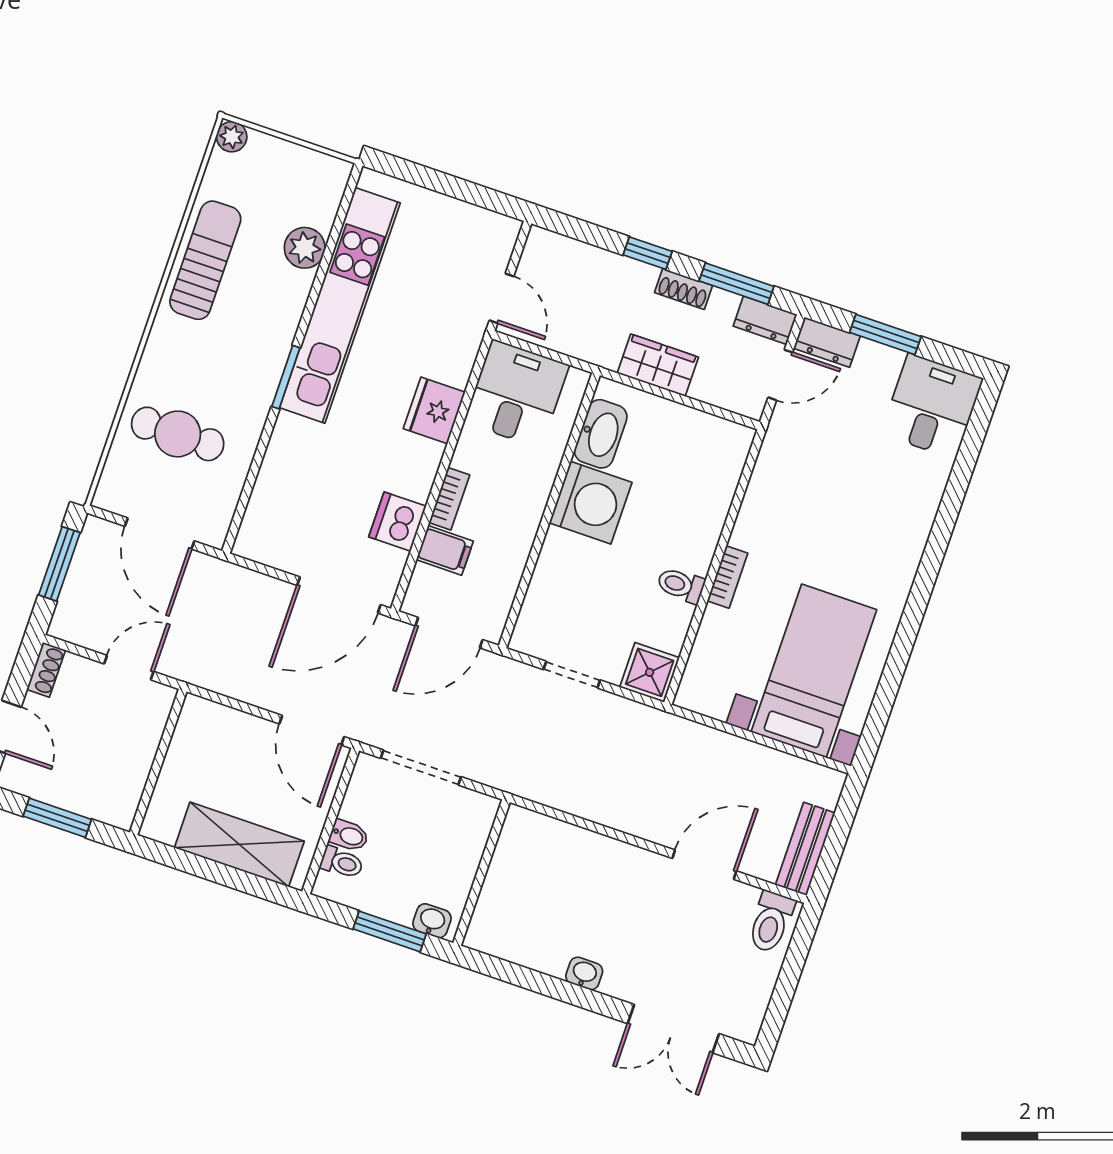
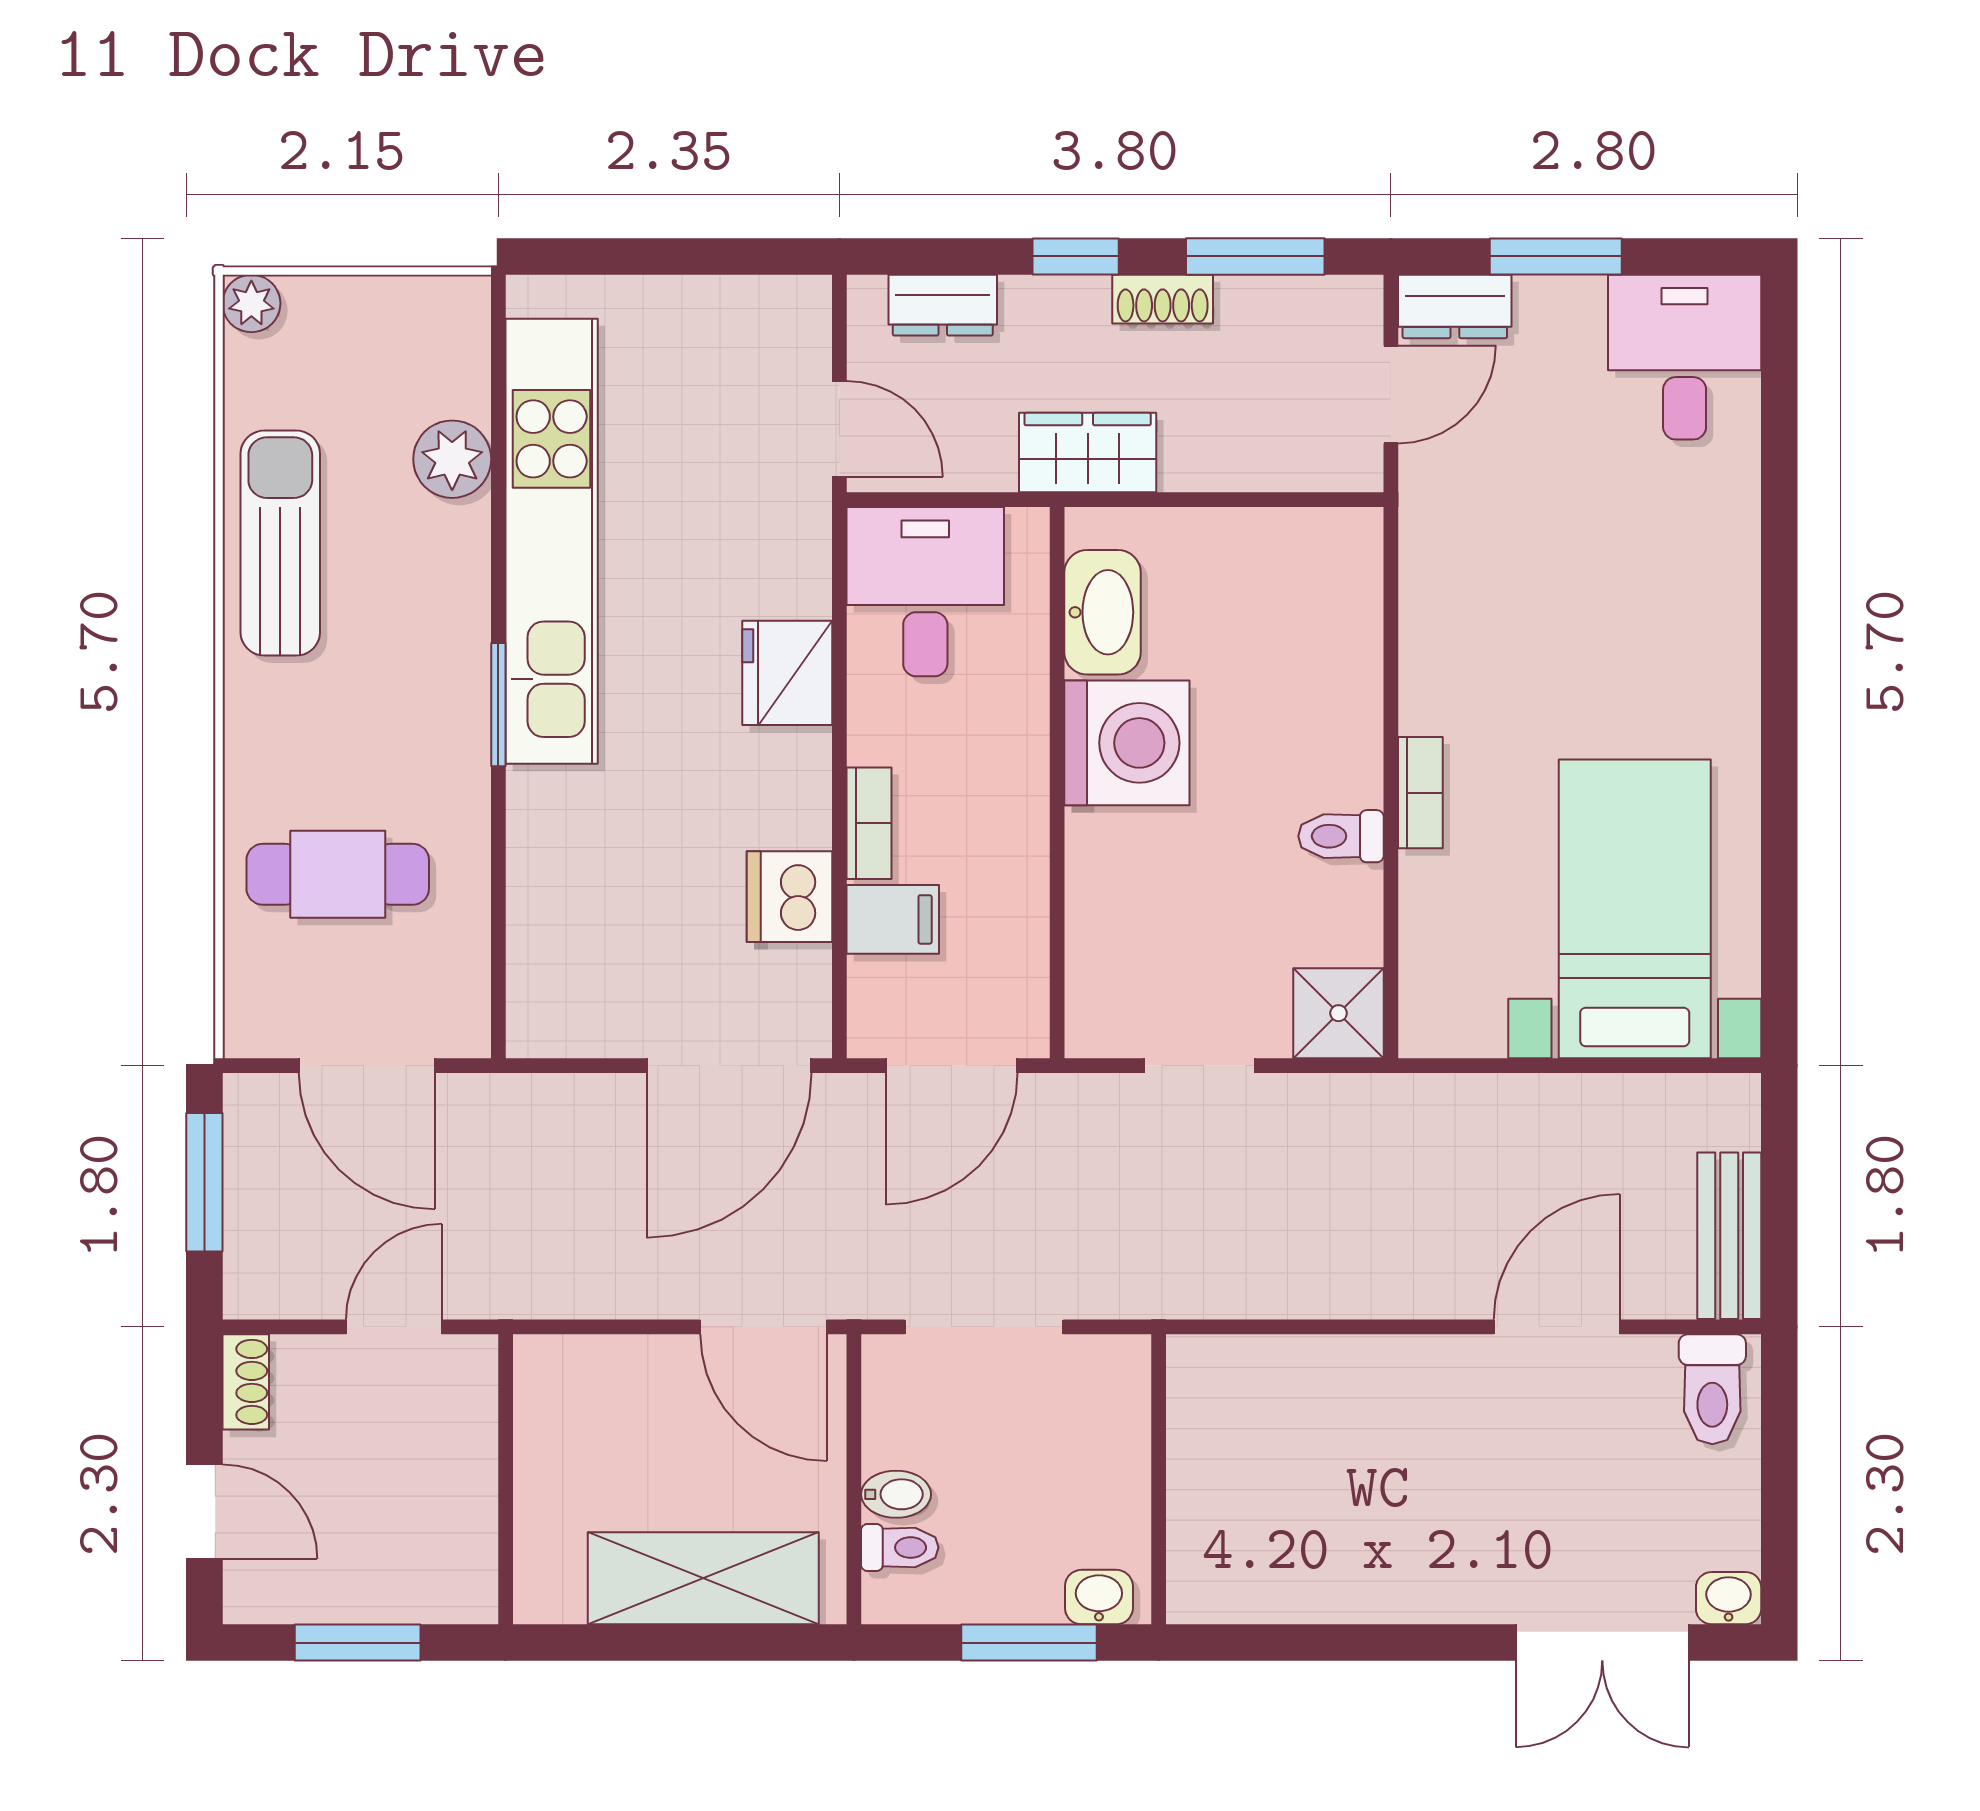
dresser: (765, 320) -> (943, 305), moved
wardrobe: (658, 365) -> (1088, 453), moved
washbasin: (584, 974) -> (1729, 1598), moved

